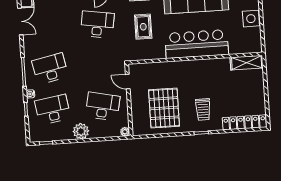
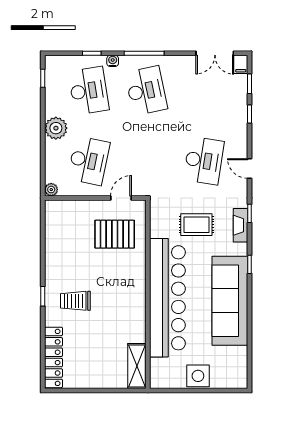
bar counter: (197, 44) -> (167, 298), width x1.36
pallet: (164, 108) -> (115, 234), moved, width x0.73, depth x0.71

